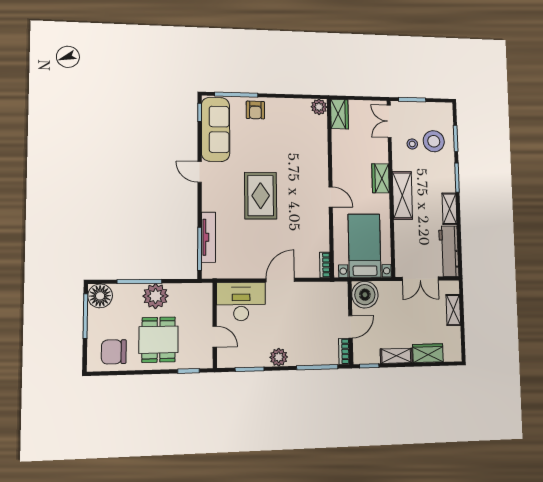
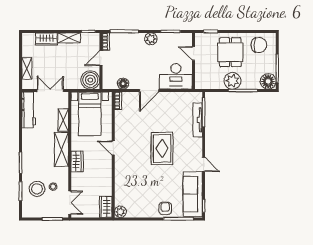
shelving: (449, 209) -> (63, 120), moved
floor lamp: (318, 290) -> (123, 84), added

